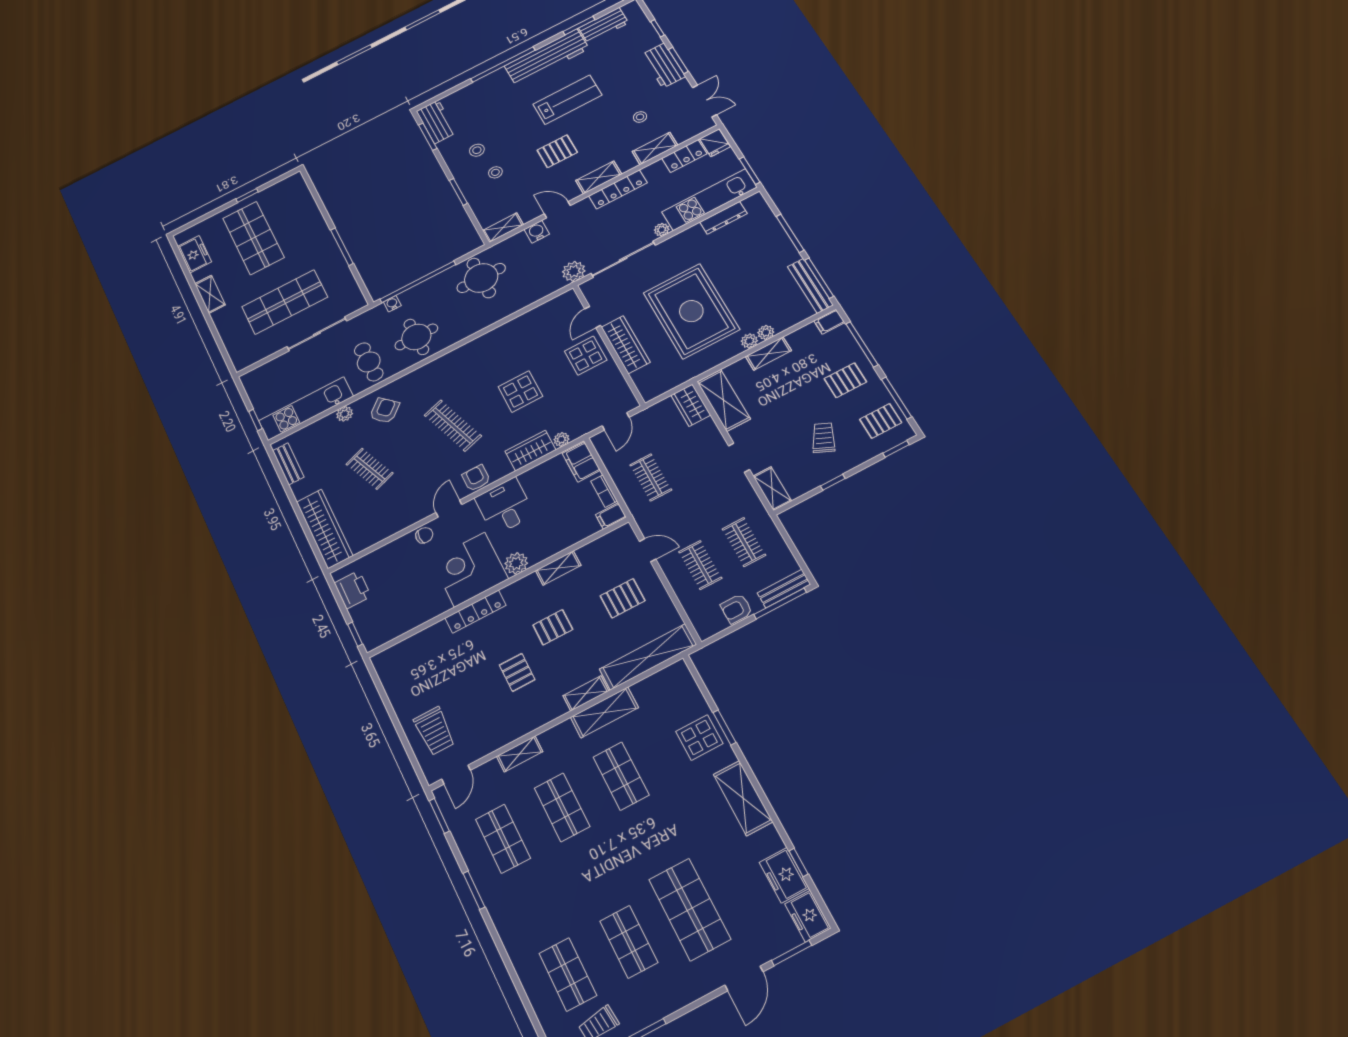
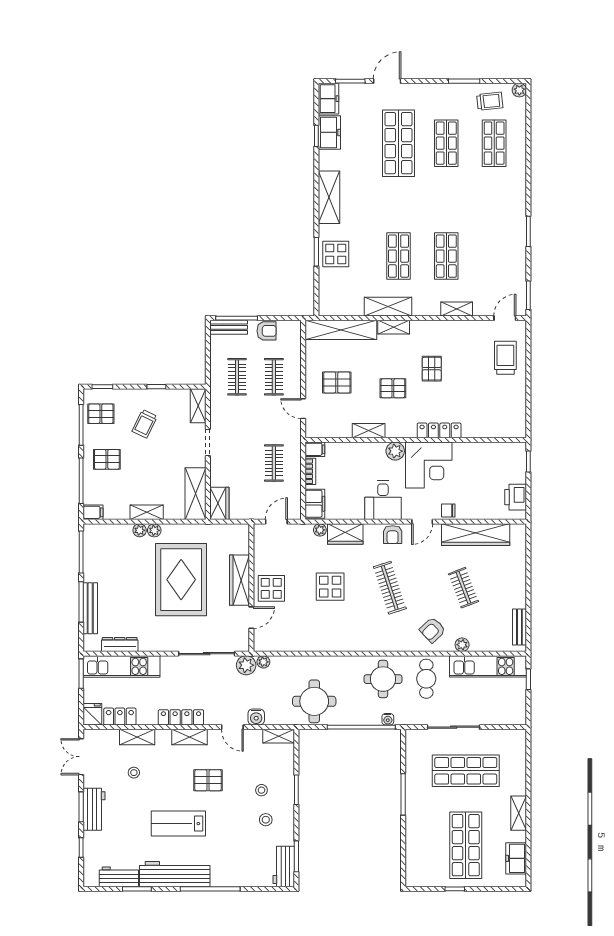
plant: (662, 230) -> (263, 662), moved
bench: (810, 286) -> (90, 608), moved
wardrobe: (324, 529) -> (476, 535), moved, turned -90
shop shelf: (503, 839) -> (494, 256), removed

